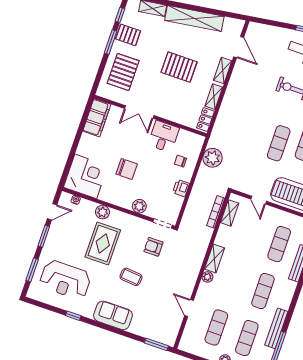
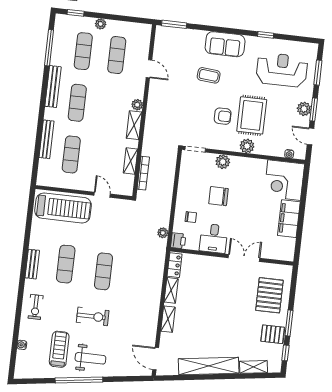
door: (239, 47) -> (156, 359), moved
pallet: (179, 67) -> (213, 313), removed
filing cabinet: (97, 118) -> (289, 219), moved
exercise mat: (279, 143) -> (103, 271), moved
plant: (213, 158) -> (163, 233), width x0.53, depth x0.53
chair: (127, 169) -> (218, 196), moved
printer: (181, 188) -> (178, 241), moved
door: (52, 212) -> (311, 136), hinge flipped
plant: (102, 212) -> (247, 146), moved
shelving: (230, 213) -> (131, 161), moved
plant: (53, 239) -> (304, 109), added
armchair: (153, 247) -> (223, 116), moved
coffee table: (131, 277) -> (209, 75), moved
bench: (276, 328) -> (53, 87), moved

